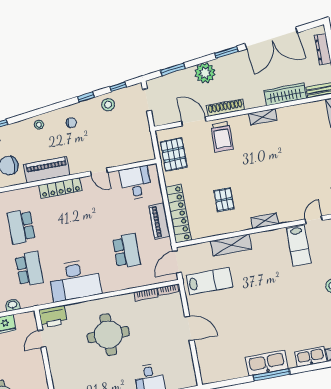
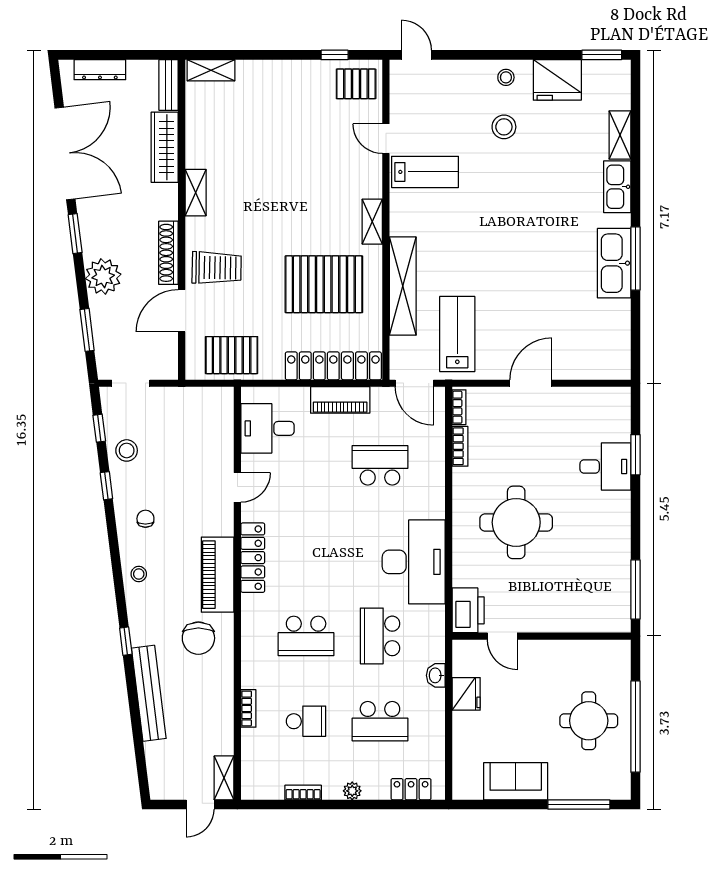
pallet: (224, 200) -> (324, 284), width x2.05, depth x2.00
shelving: (231, 245) -> (403, 286), width x1.47
school desk: (29, 269) -> (380, 636), turned -90

